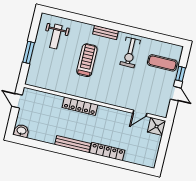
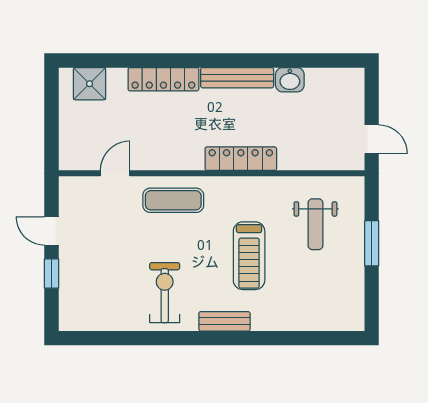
weight bench: (56, 37) -> (315, 224), moved, turned 180
exercise mat: (162, 63) -> (173, 200), moved
shower: (157, 126) -> (90, 84), moved
washbasin: (21, 131) -> (290, 80), moved

